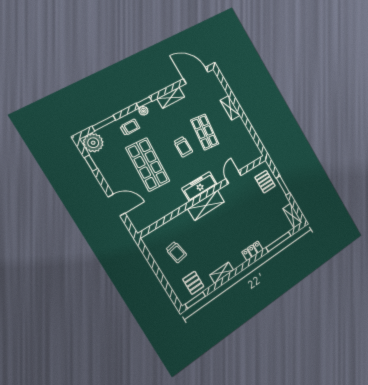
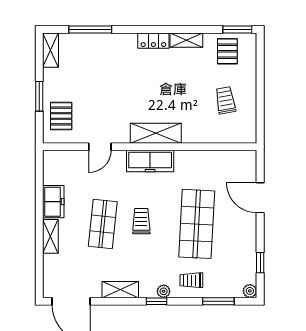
freezer: (240, 129) -> (53, 202), added
plant: (93, 143) -> (250, 291), width x0.53, depth x0.53
locker: (252, 251) -> (153, 41), moved

